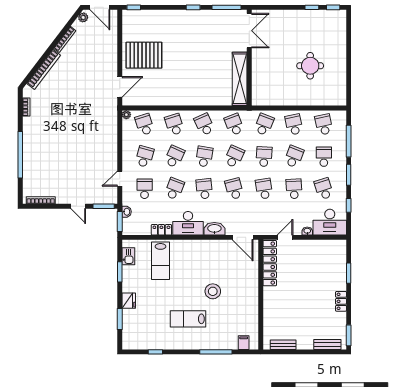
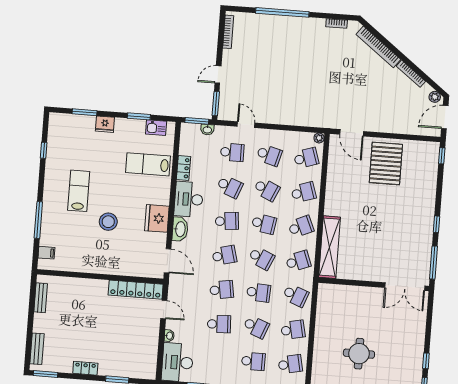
shelving: (240, 79) -> (330, 247), moved, turned 90
school desk: (324, 189) -> (216, 358), removed
door: (243, 237) -> (168, 261), swing flipped
fridge: (207, 249) -> (157, 218), added

